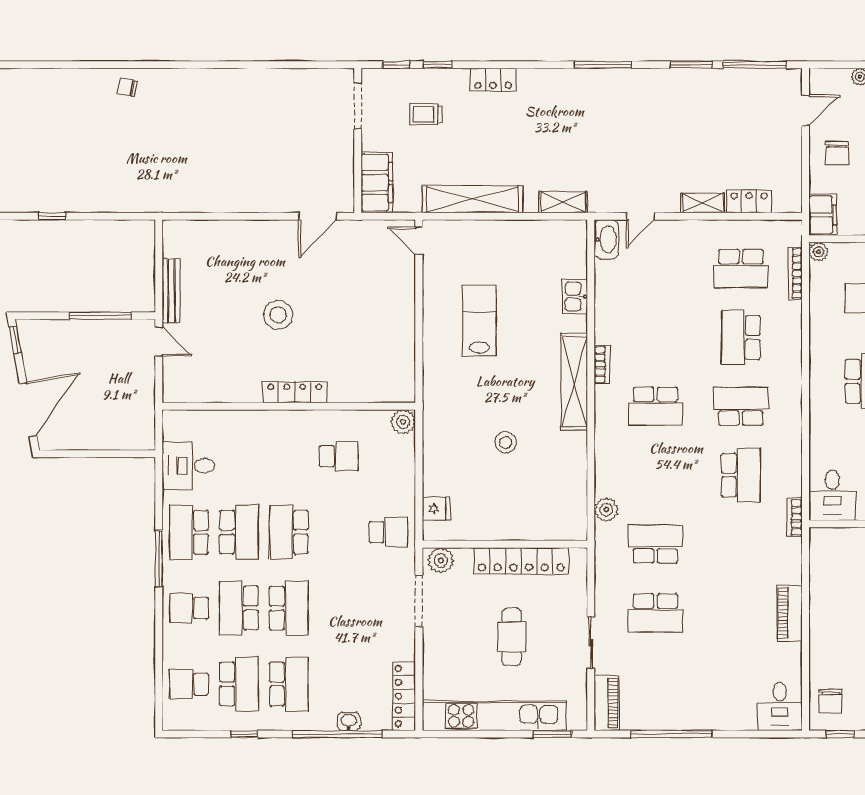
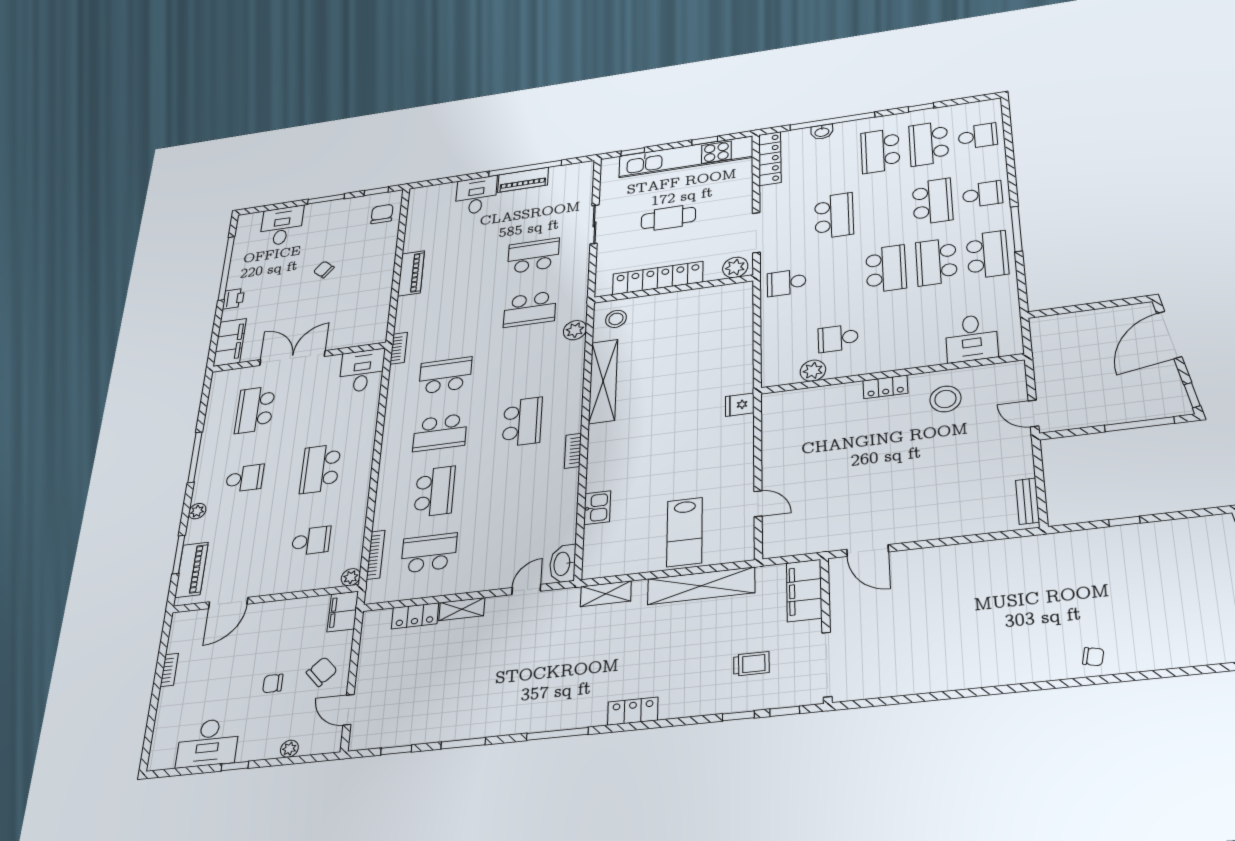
window: (755, 65) -> (396, 750), width x0.46
locker: (493, 80) -> (633, 711), moved
doorway: (358, 106) -> (827, 664), width x1.36
door: (806, 110) -> (349, 710), hinge flipped
chair: (837, 153) -> (322, 672), turned 49
window: (52, 216) -> (1124, 521), moved
door: (318, 216) -> (868, 551), swing flipped
door: (419, 241) -> (758, 504), moved
bench: (171, 291) -> (1028, 501), moved, width x0.73
stool: (278, 315) -> (945, 399), moved
window: (100, 316) -> (1139, 424), moved
lab bench: (479, 320) -> (685, 532), moved
shelving: (574, 382) -> (603, 381), moved
locker: (295, 392) -> (885, 387), width x0.66
school desk: (655, 406) -> (522, 422), turned 90
plant: (403, 422) -> (813, 371), moved
stool: (506, 442) -> (616, 319), moved
desk: (188, 466) -> (971, 338), moved, turned 90
school desk: (741, 475) -> (445, 375), turned 90
fridge: (436, 509) -> (740, 405), moved
school desk: (289, 608) -> (834, 216), moved, turned 180
cafe table: (511, 637) -> (668, 218), turned 90
piano: (606, 703) -> (523, 180), moved, turned -90
desk: (780, 707) -> (476, 195), moved
window: (474, 734) -> (705, 141), added
window: (552, 734) -> (633, 152), width x0.67

